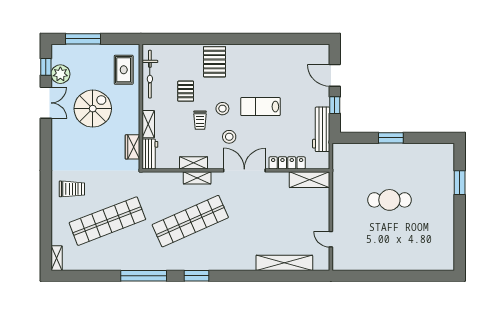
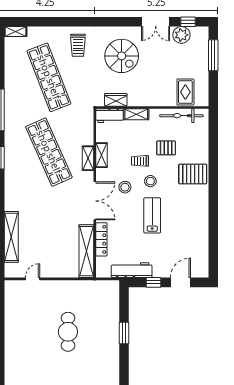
rug: (124, 70) -> (185, 92), turned 90
spiral stairs: (93, 109) -> (122, 56), moved
shelving: (309, 180) -> (86, 251), width x1.47

